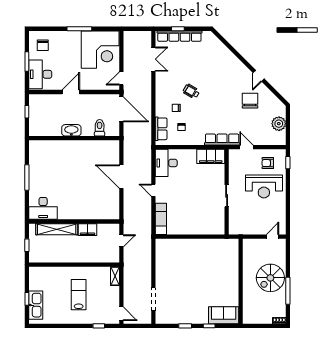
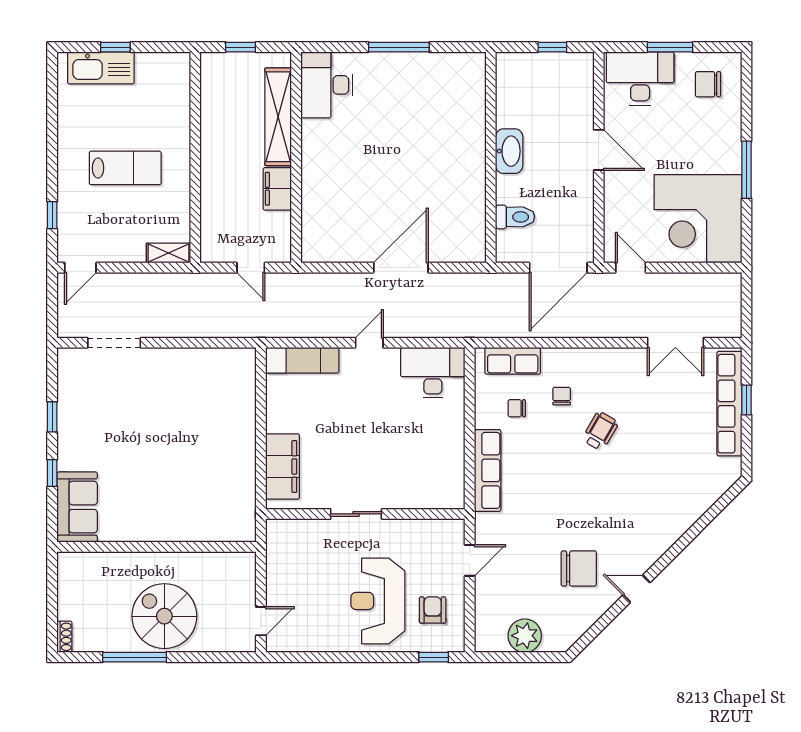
row of seats: (222, 140) -> (488, 470), moved
filing cabinet: (211, 156) -> (283, 467), moved, turned 180
door: (273, 237) -> (261, 621), hinge flipped

